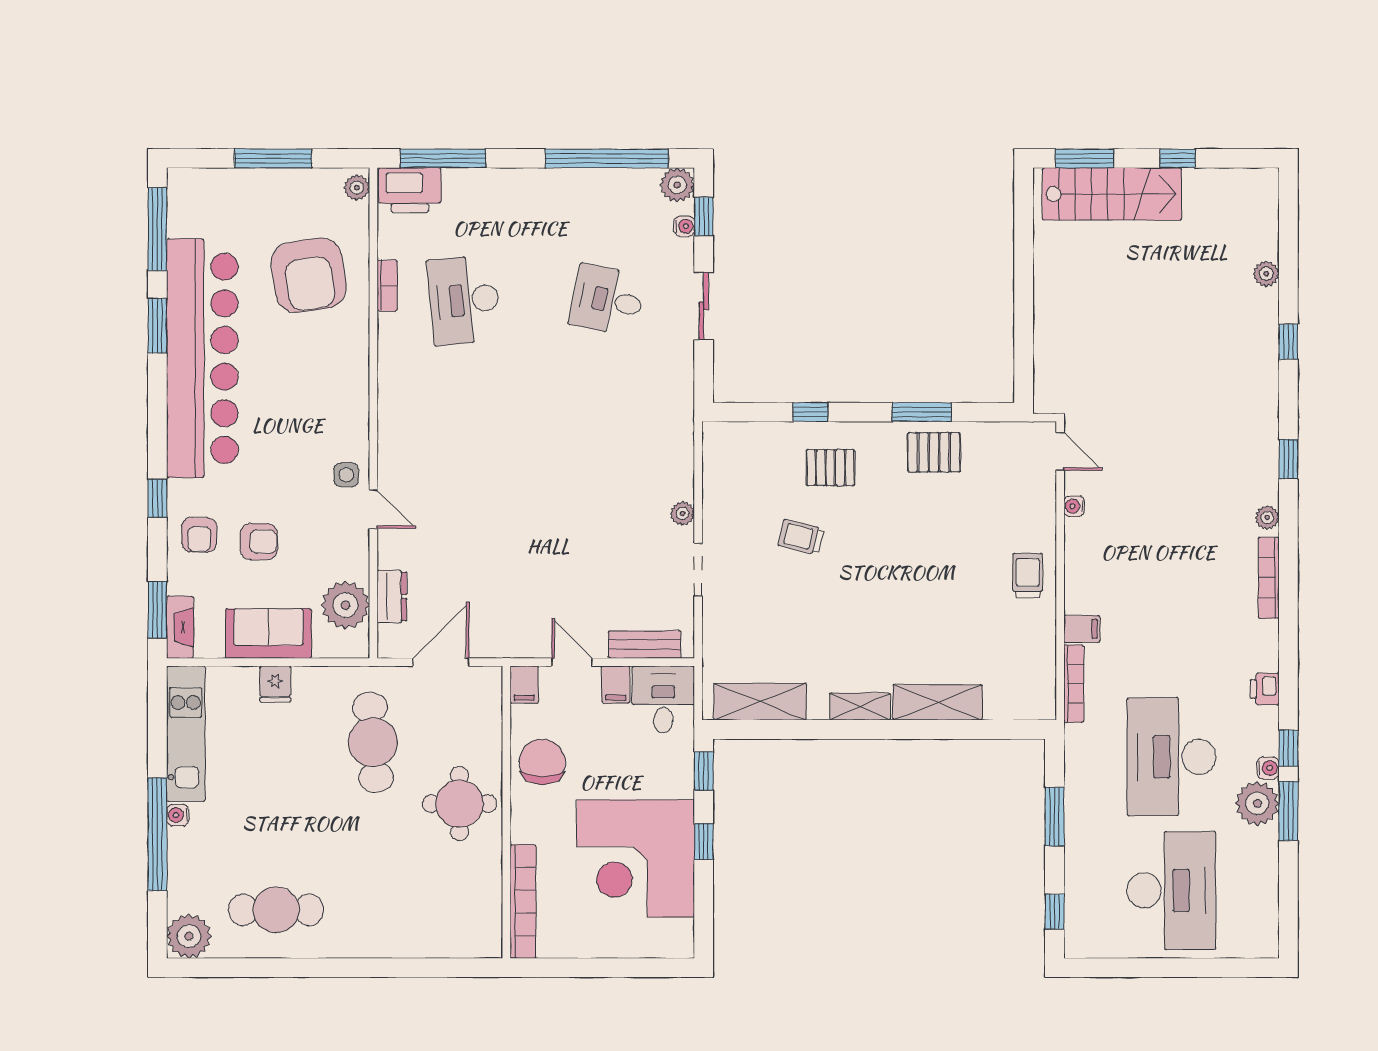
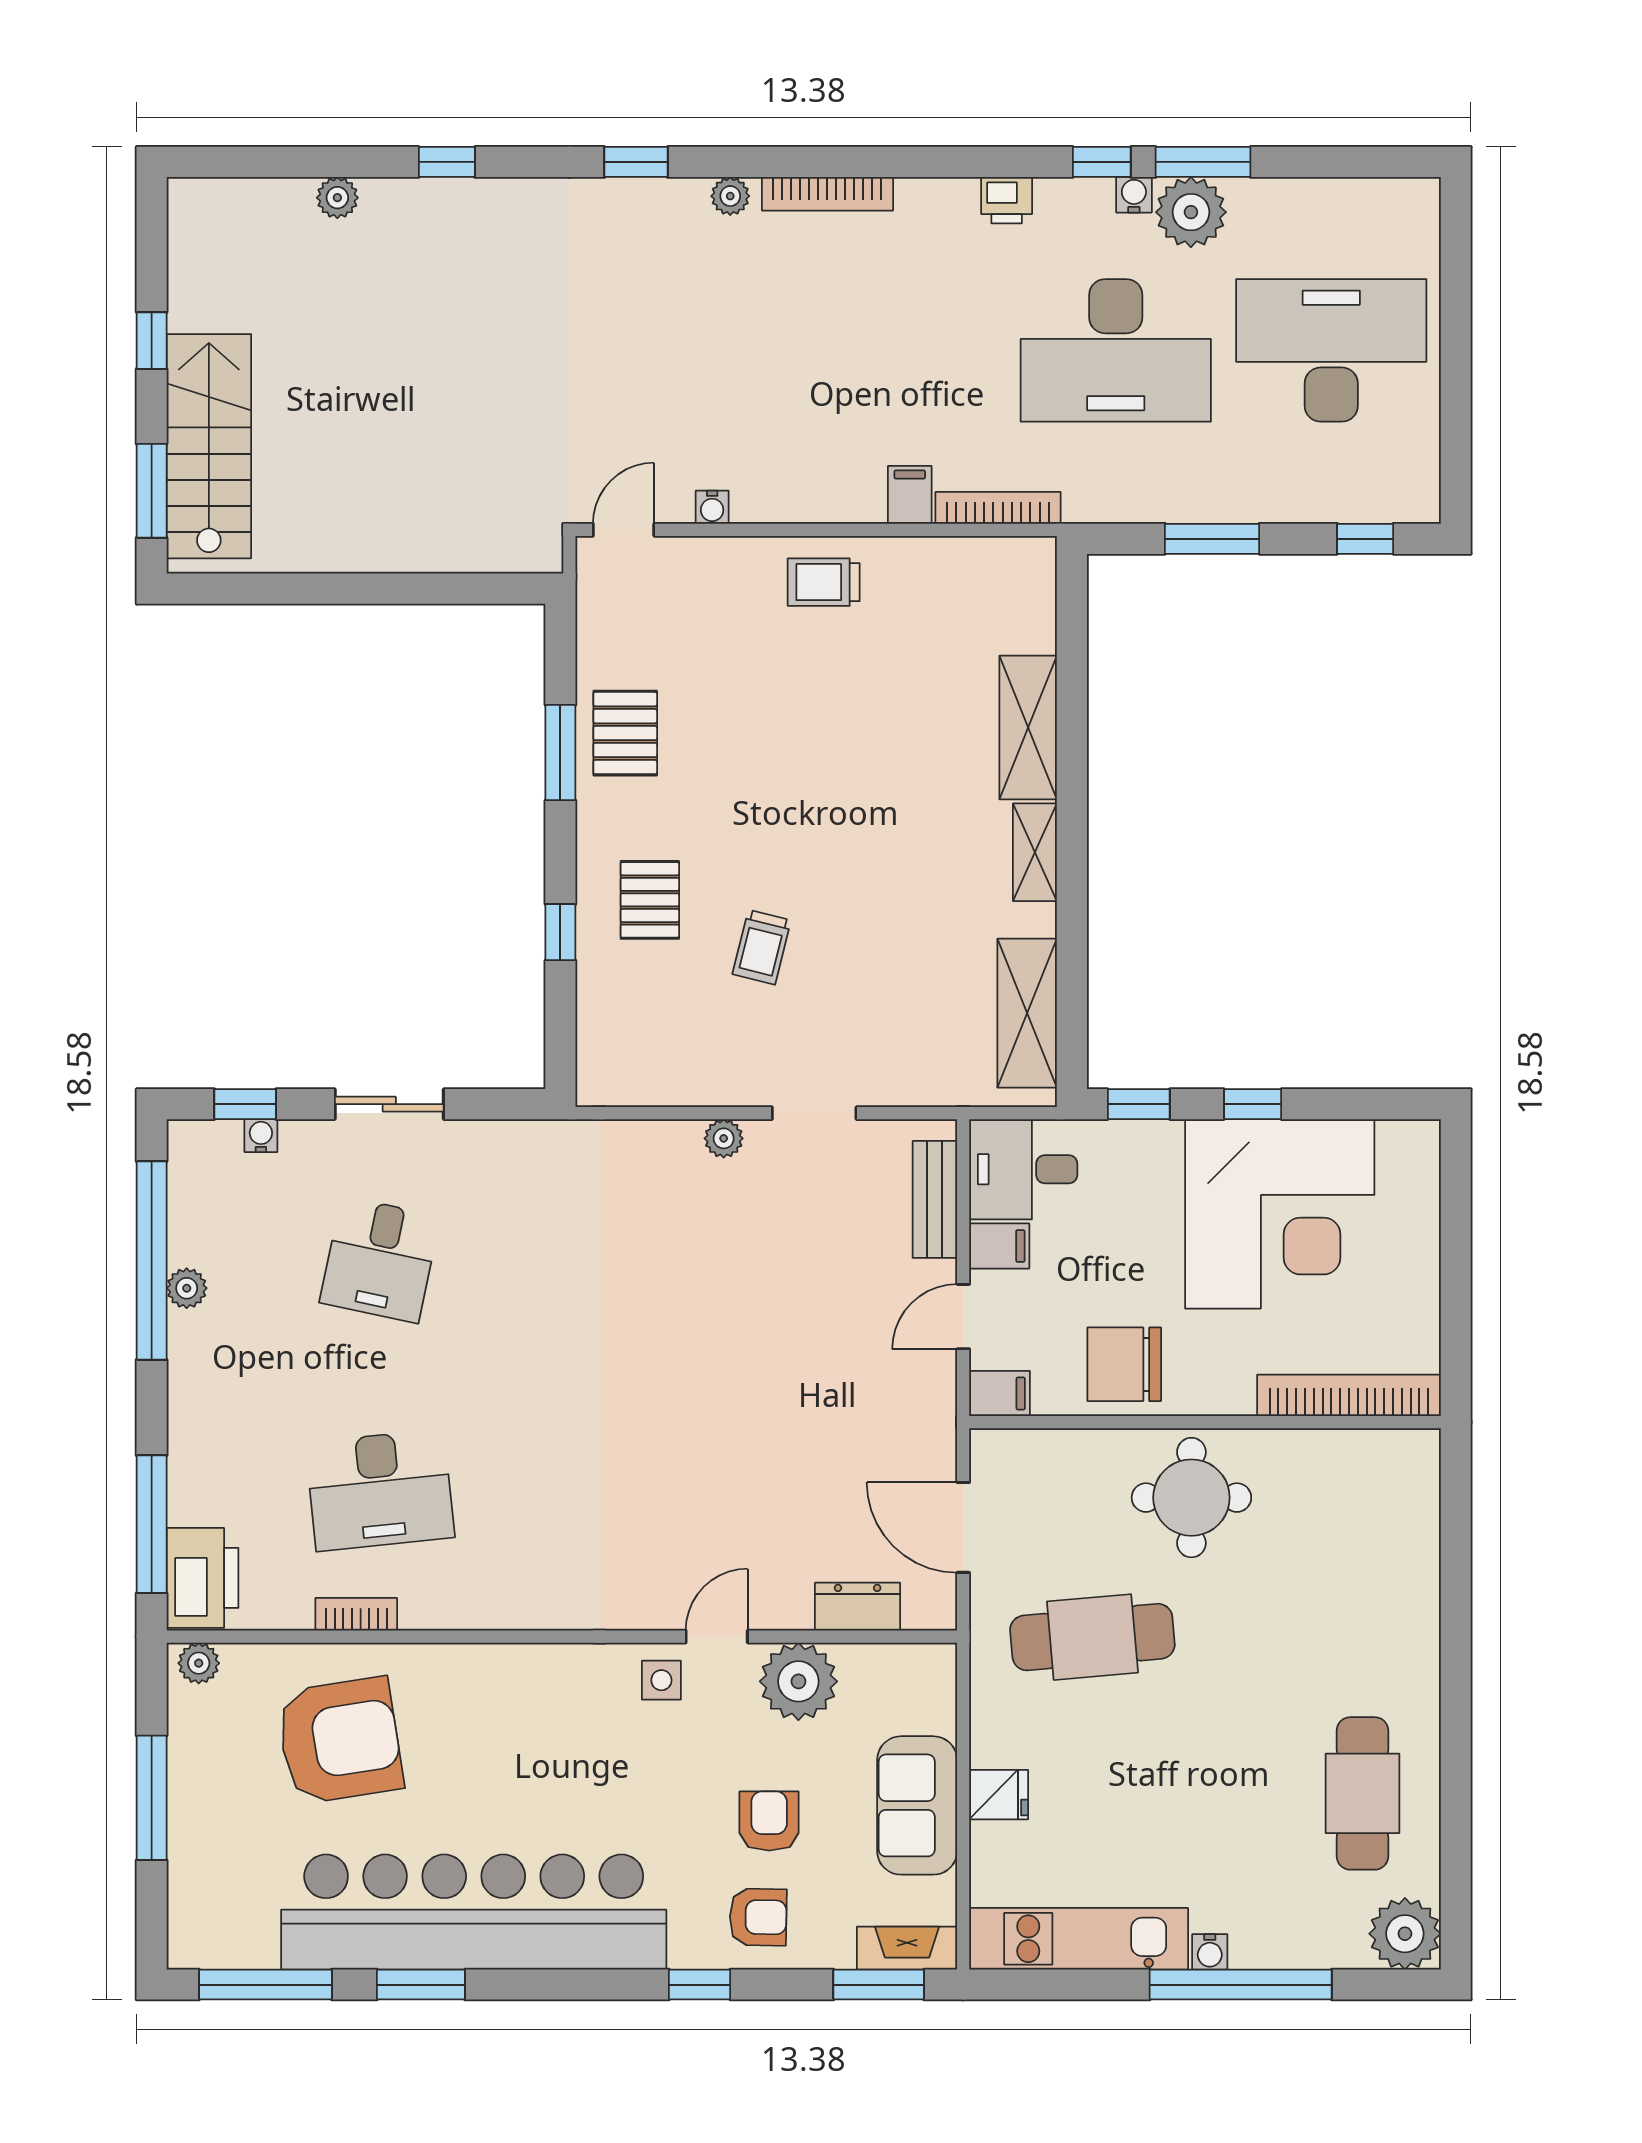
plant: (677, 185) -> (187, 1288), moved, width x0.73, depth x0.73
plant: (345, 605) -> (798, 1681), moved

